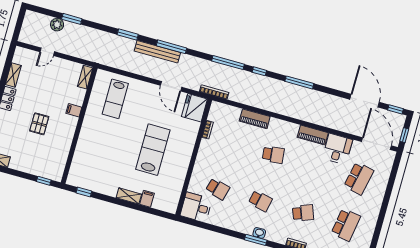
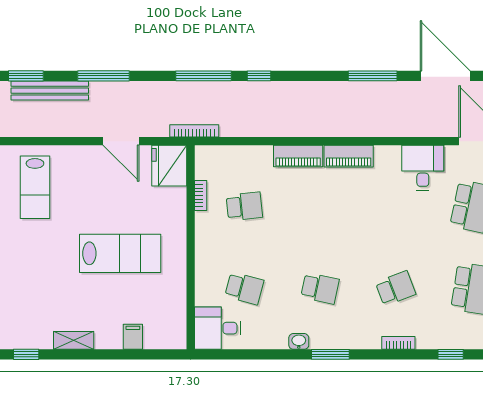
bench: (157, 52) -> (50, 91), moved
window: (299, 82) -> (373, 76), moved
piano: (255, 119) -> (298, 156), moved
piano: (313, 135) -> (349, 156), moved
lab bench: (153, 150) -> (120, 253), turned 90
school desk: (273, 155) -> (244, 206), moved
shelving: (129, 196) -> (74, 340), moved
washbasin: (259, 233) -> (299, 341), moved

